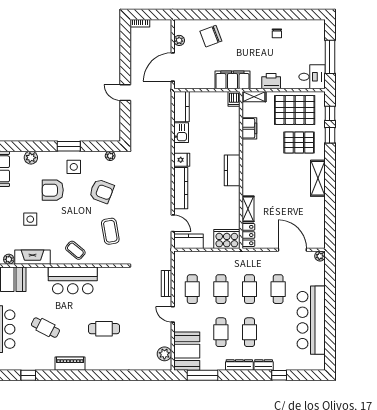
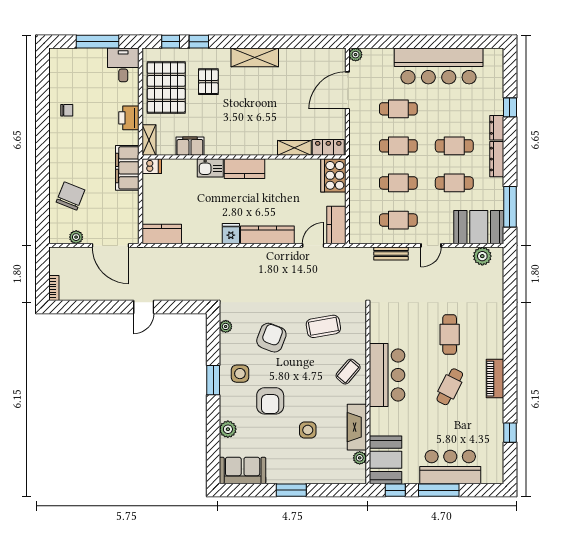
chair: (211, 36) -> (70, 196), turned -137
kitchen sink: (181, 133) -> (210, 168), moved, turned 180
pallet: (299, 143) -> (208, 82), width x0.67, depth x0.71
cafe table: (45, 328) -> (450, 387), moved

